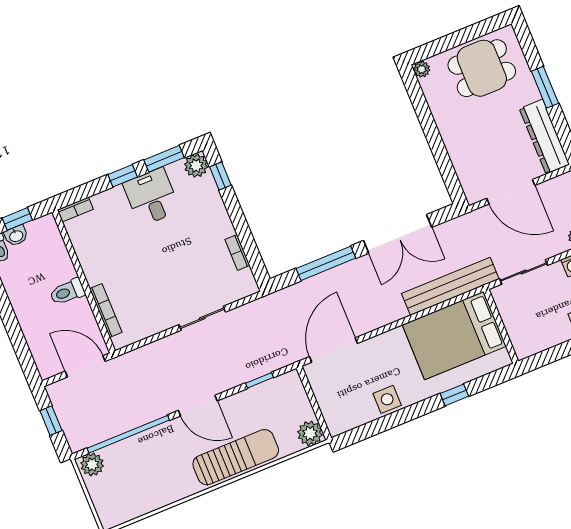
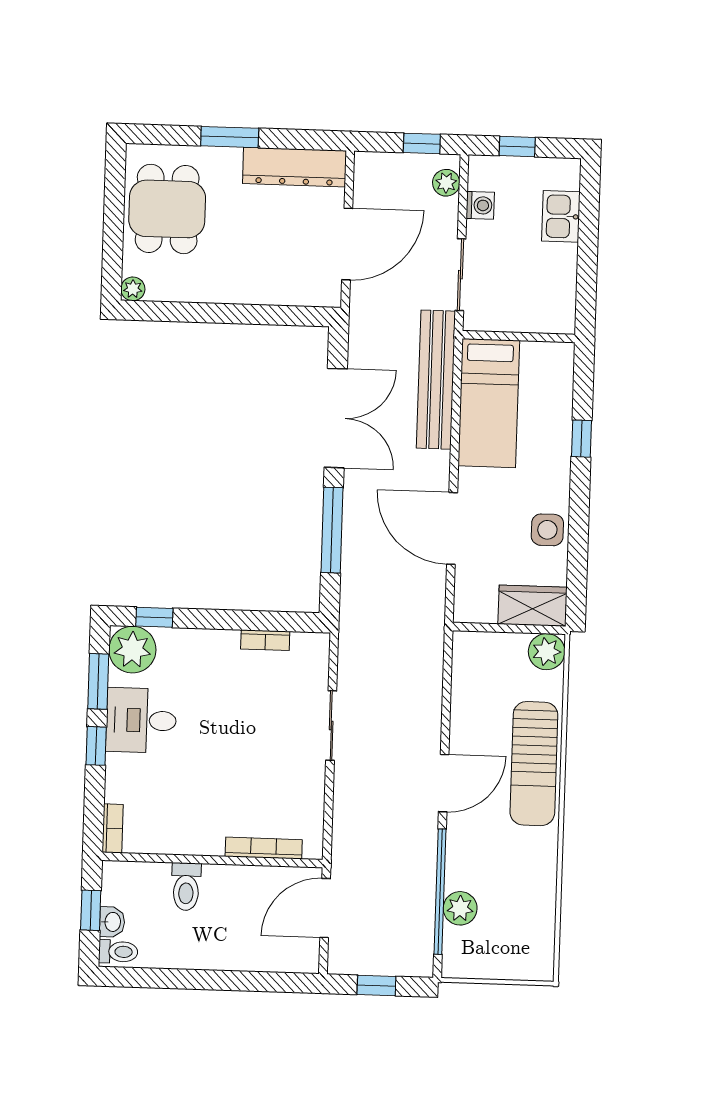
plant: (196, 166) -> (132, 650), width x1.36, depth x1.36
toilet: (67, 292) -> (186, 887), moved
bed: (454, 336) -> (489, 403), width x0.67
door: (333, 350) -> (452, 528), moved
window: (260, 380) -> (447, 687), removed
wardrobe: (335, 411) -> (532, 606), added
sun lounger: (236, 457) -> (534, 764), turned 180
plant: (92, 464) -> (460, 908), moved

